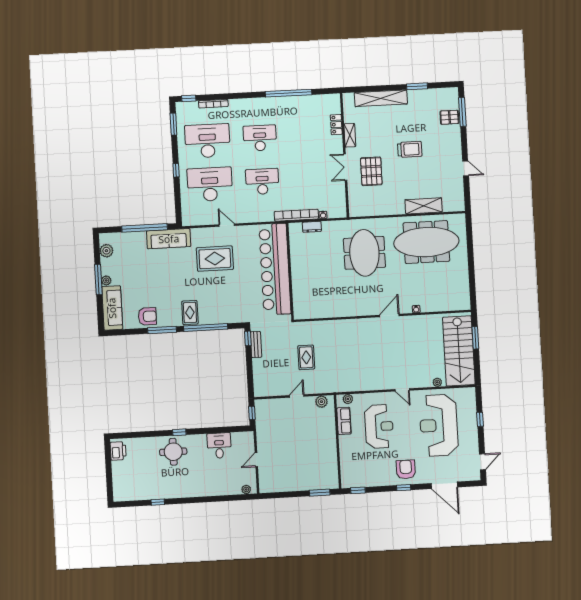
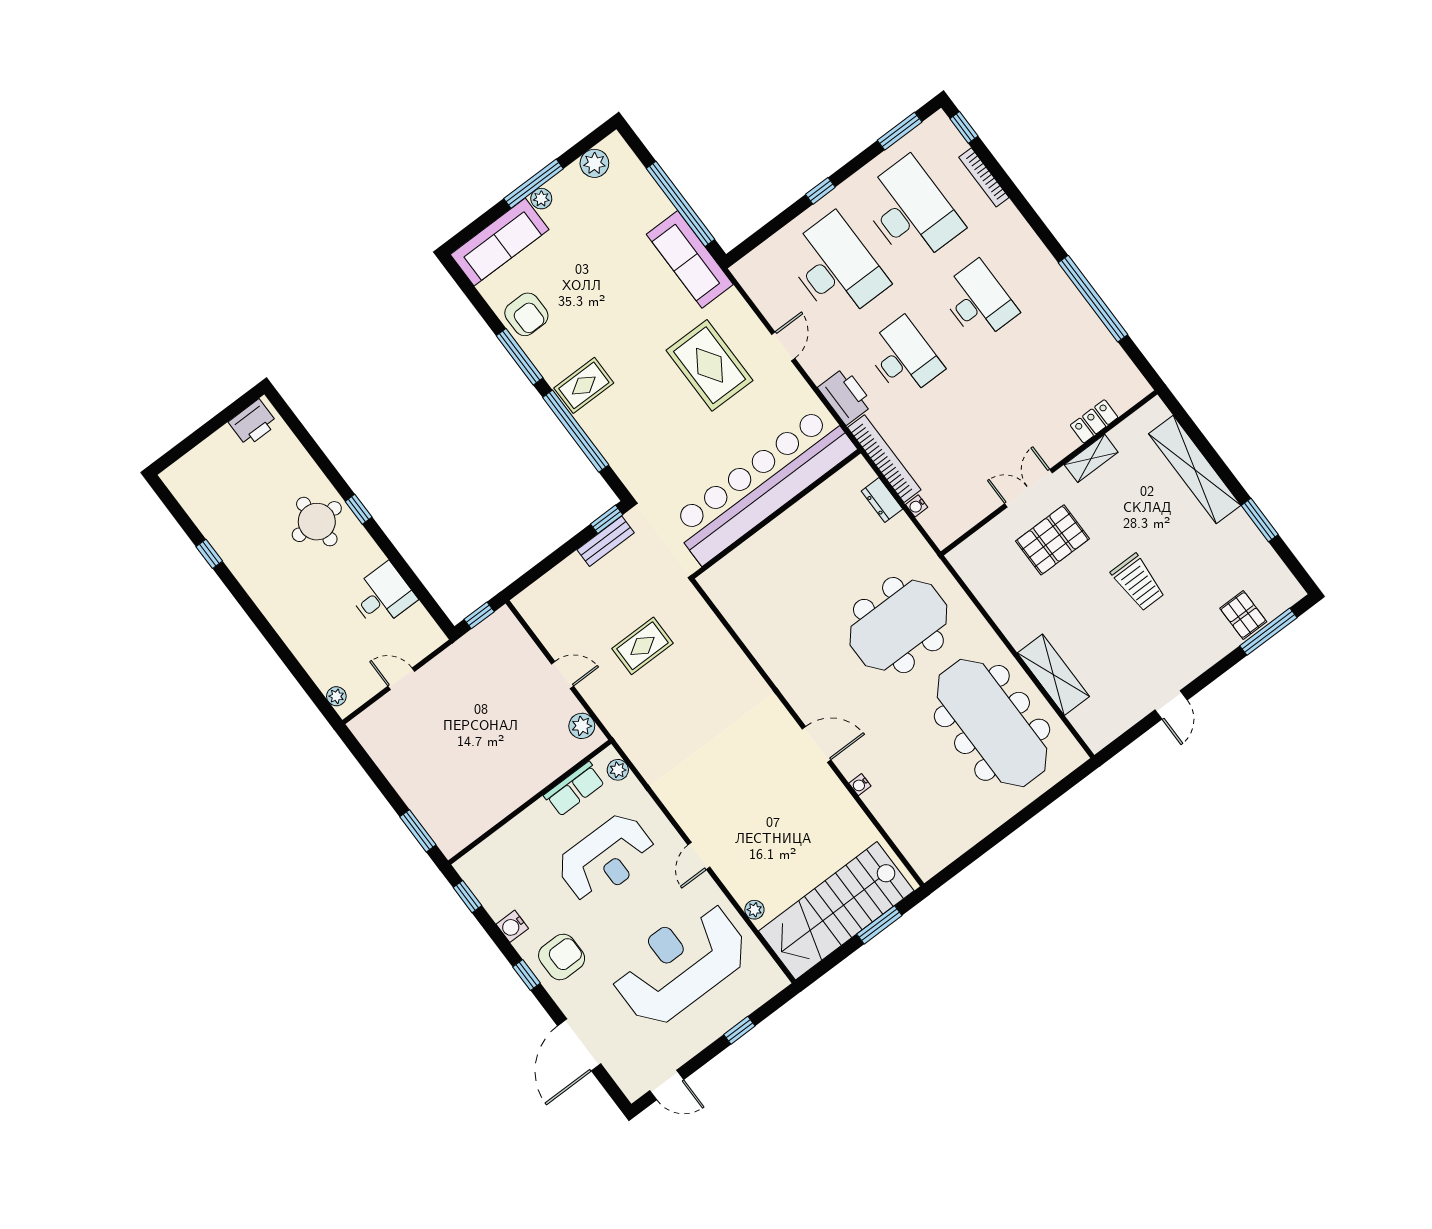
printer: (262, 214) -> (846, 396), added
water cooler: (381, 481) -> (512, 926), added

